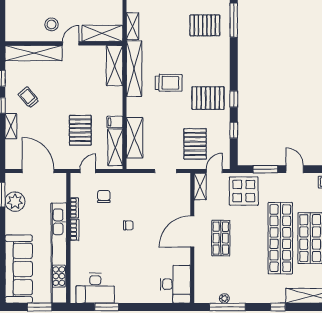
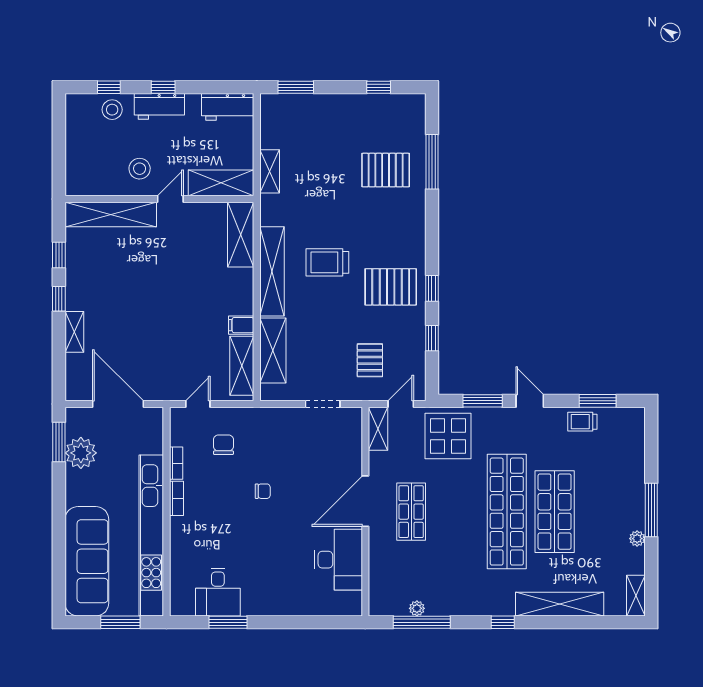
shelving: (134, 69) -> (272, 271), moved
trolley: (169, 83) -> (327, 262), turned 180
trolley: (29, 97) -> (103, 286), removed
pallet: (80, 130) -> (186, 339), removed
pallet: (195, 144) -> (370, 360), width x0.67, depth x0.71
desk: (175, 284) -> (338, 560), moved
desk: (95, 288) -> (218, 592), width x0.73

